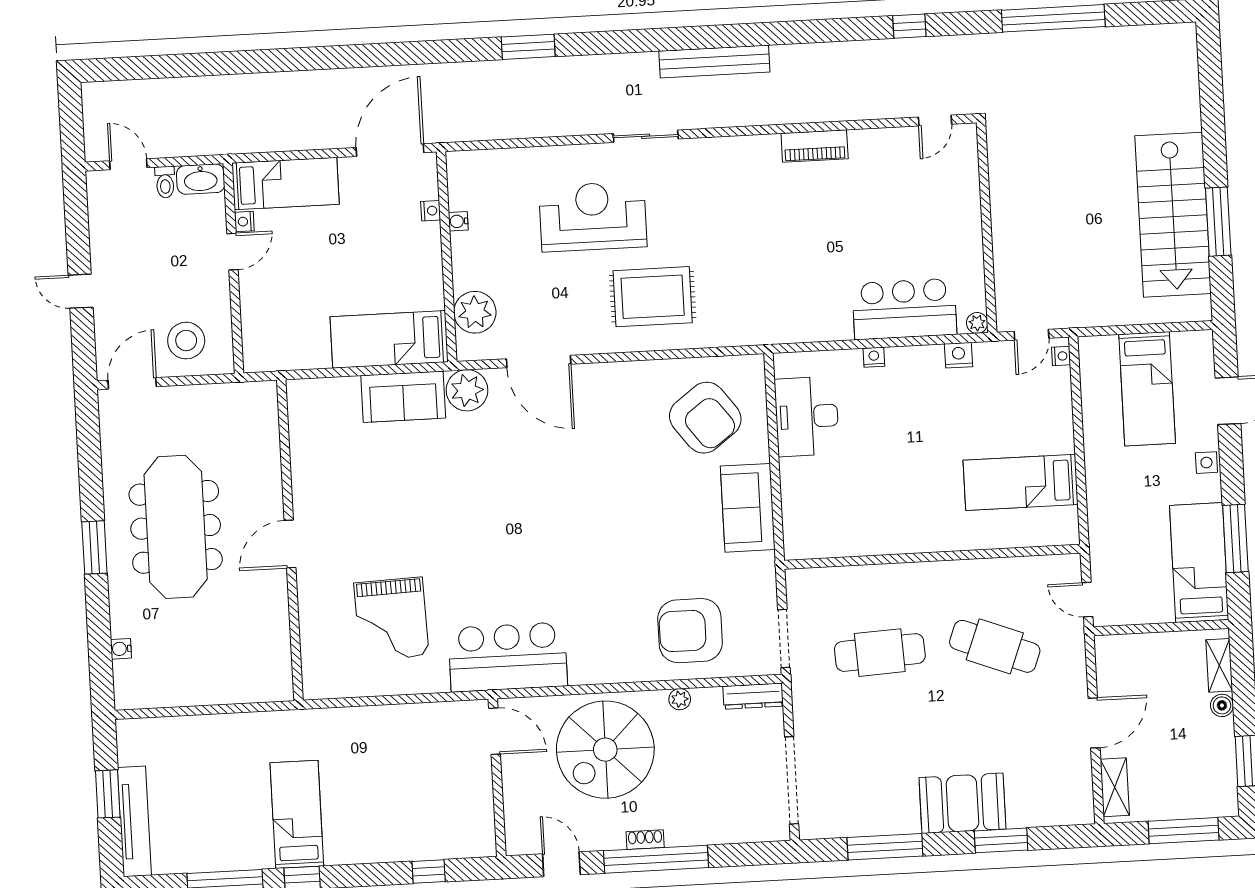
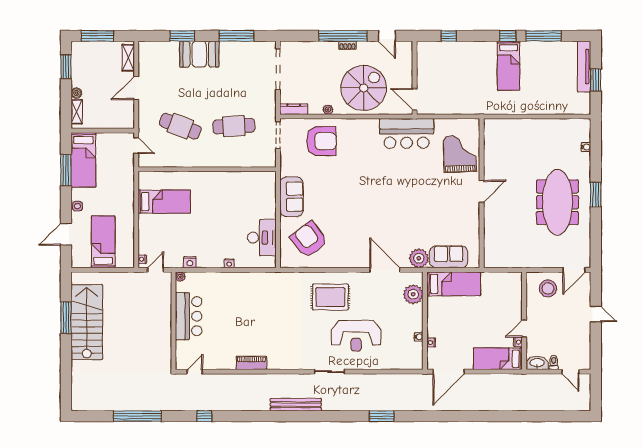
bar counter: (904, 309) -> (189, 316), moved, turned -90
wall: (290, 540) -> (482, 193), moved
door: (290, 544) -> (482, 191), moved

